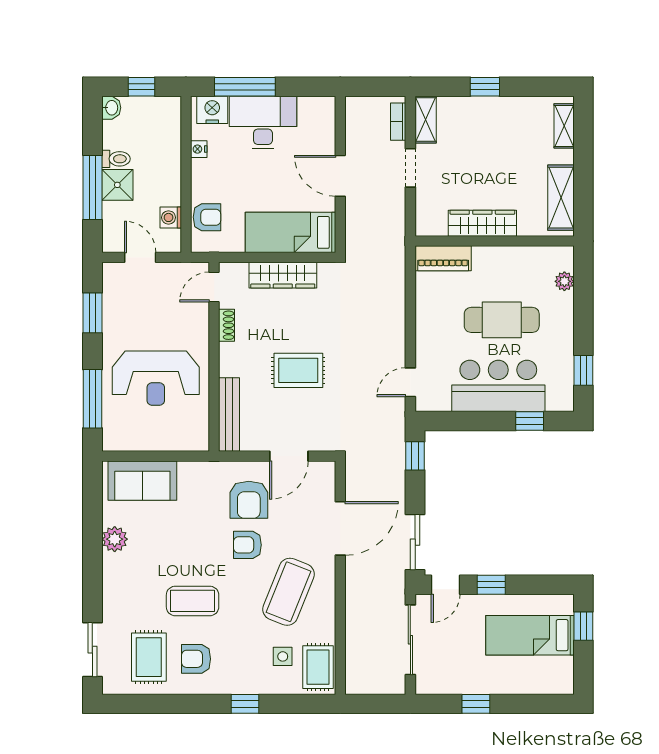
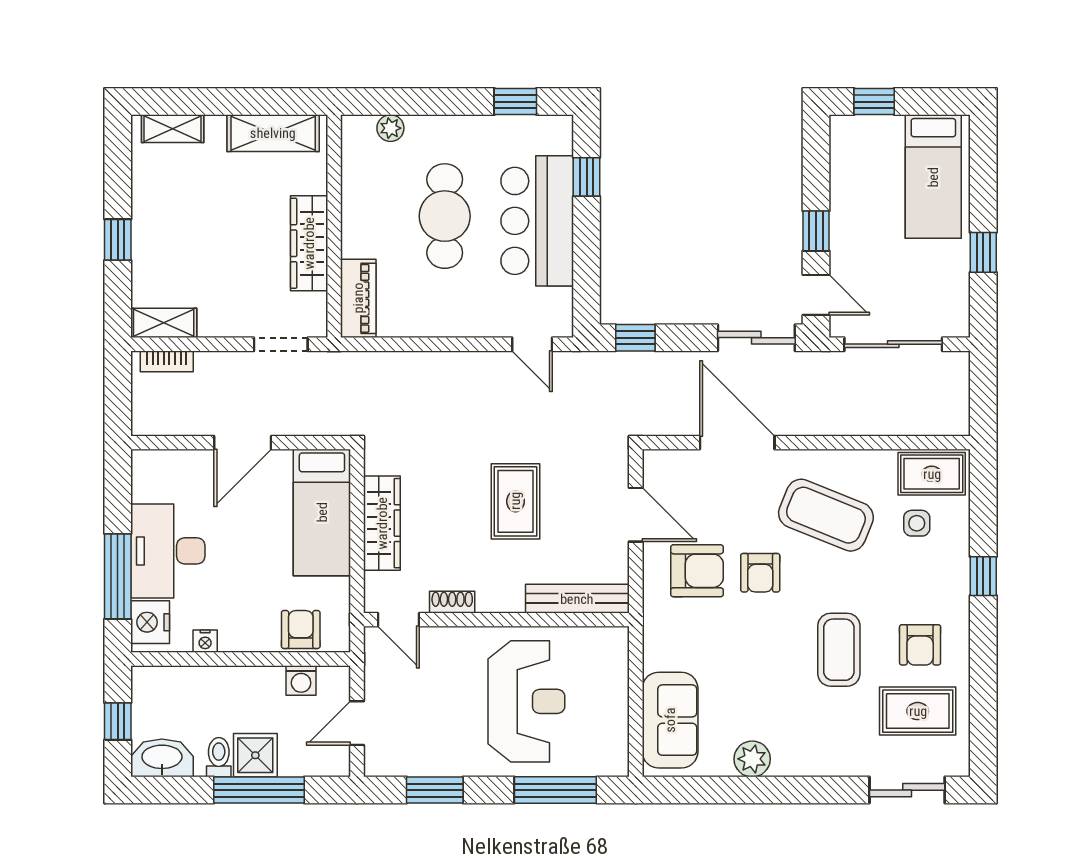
washbasin: (111, 108) -> (162, 758), width x1.91, depth x1.45
doorway: (410, 168) -> (281, 344), moved
bed: (530, 635) -> (933, 177), moved

